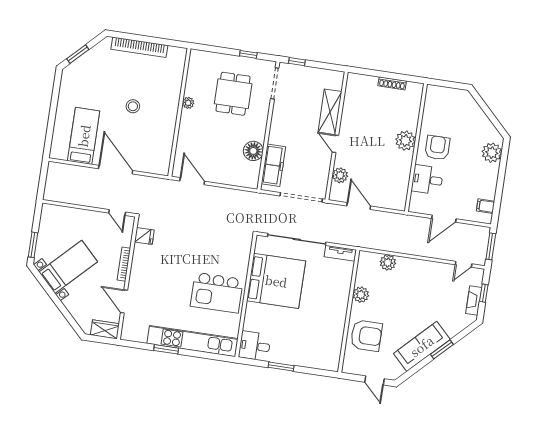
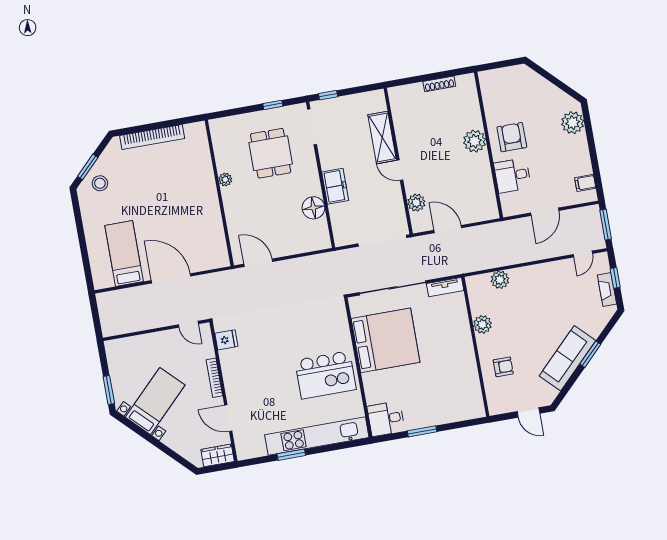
stool: (133, 106) -> (100, 183), moved
freezer: (273, 165) -> (335, 186), moved, width x0.71
armchair: (366, 336) -> (503, 367), width x0.53, depth x0.53

